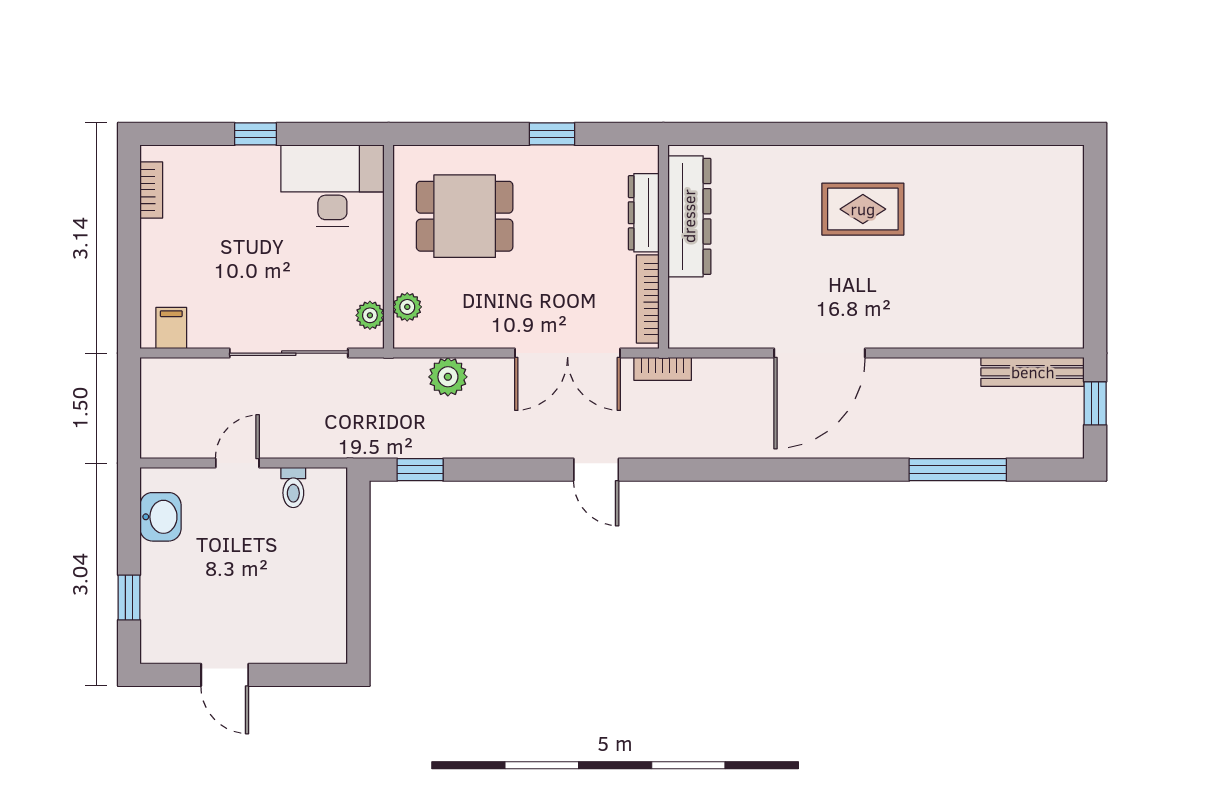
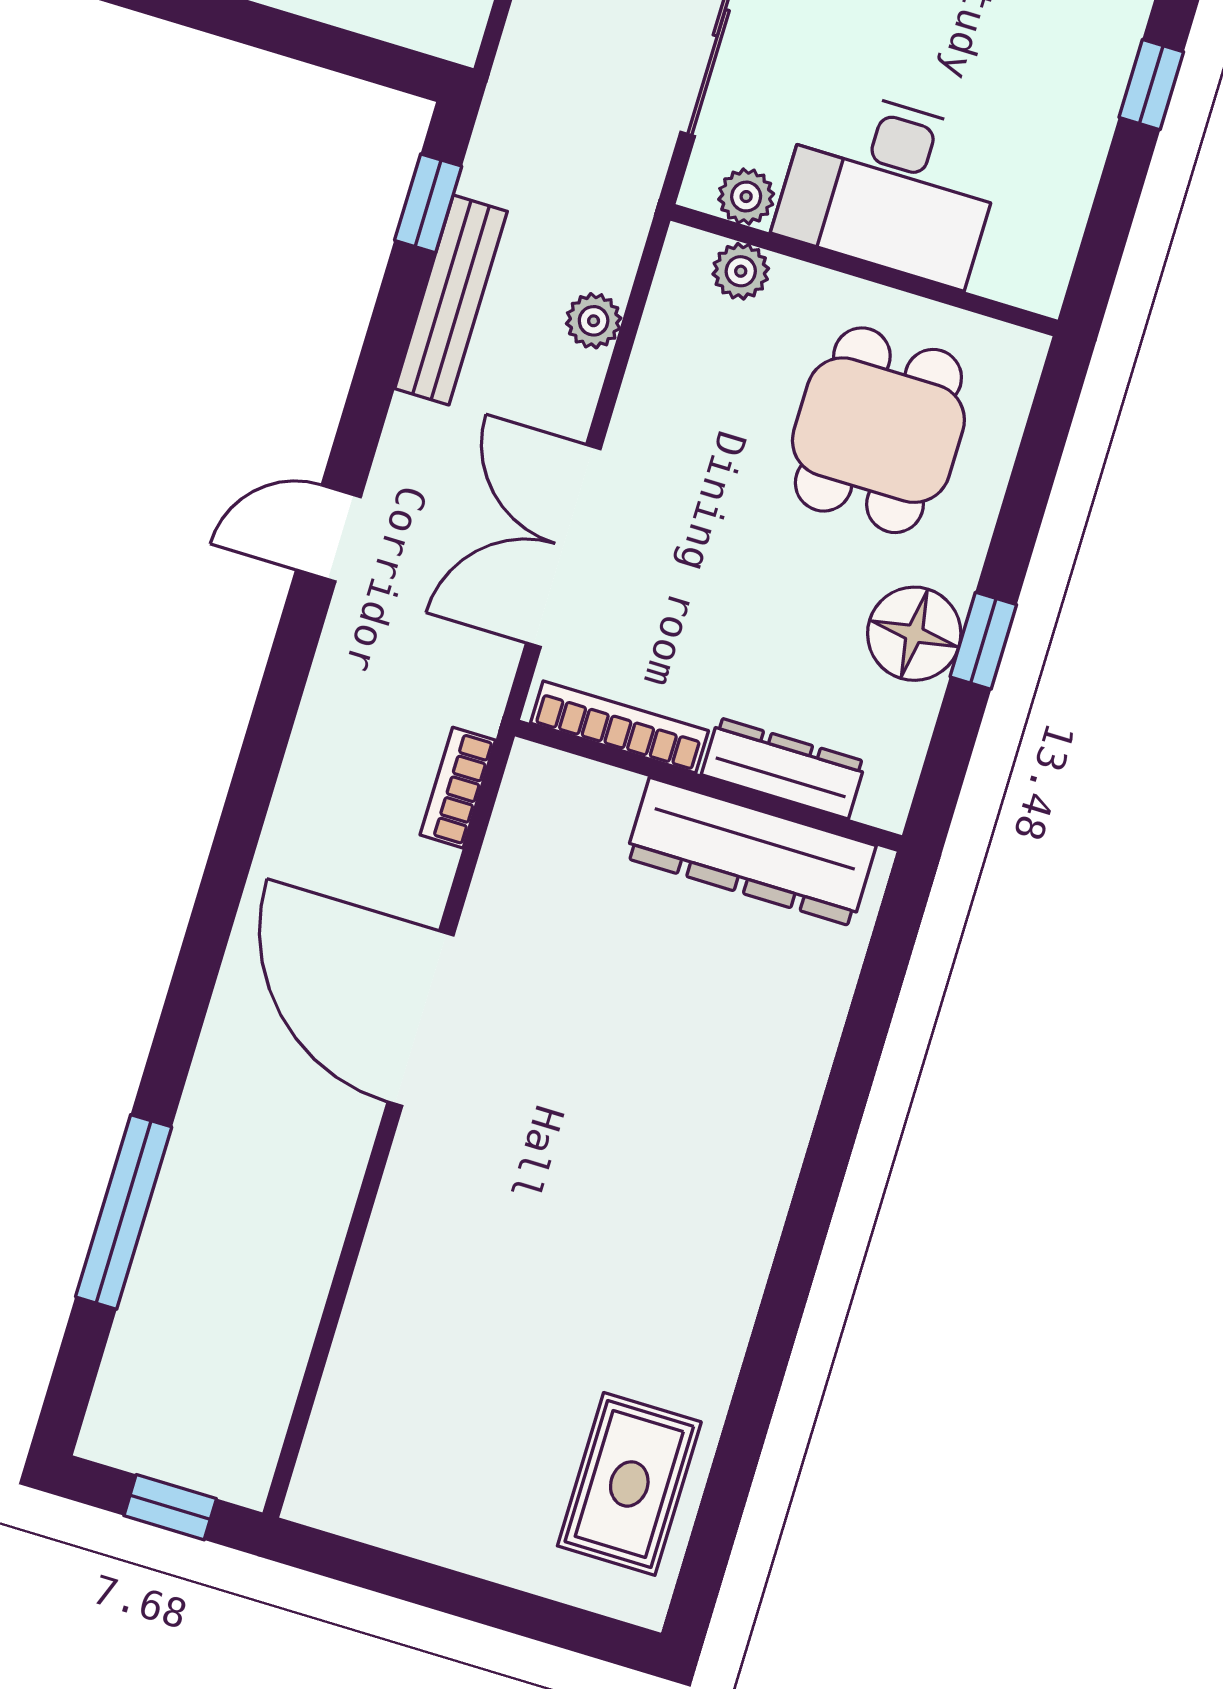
floor lamp: (559, 169) -> (914, 634), added
desk: (332, 185) -> (890, 186), moved, turned 90
rug: (863, 209) -> (629, 1484), moved
bookcase: (663, 369) -> (458, 788), moved
bench: (1033, 372) -> (451, 300), moved
plant: (448, 377) -> (594, 321), width x0.73, depth x0.73

